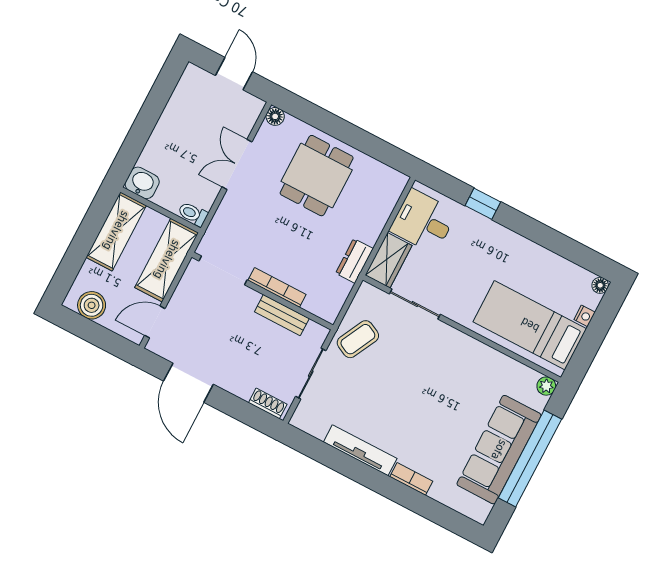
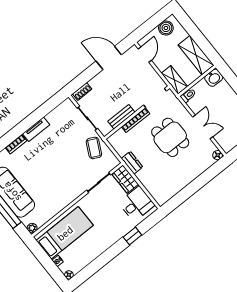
dining table: (317, 176) -> (170, 137), moved
shelving: (167, 260) -> (174, 80), width x0.67, depth x0.75
tv unit: (360, 450) -> (36, 129), width x0.71

